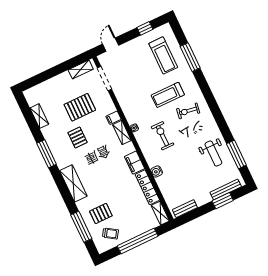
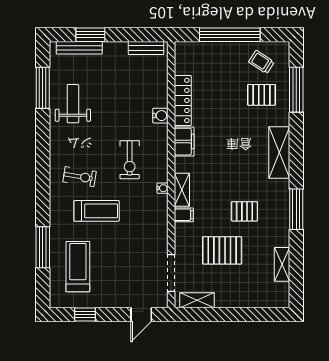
pallet: (78, 138) -> (244, 211), turned 90
shelving: (160, 213) -> (182, 58), removed

